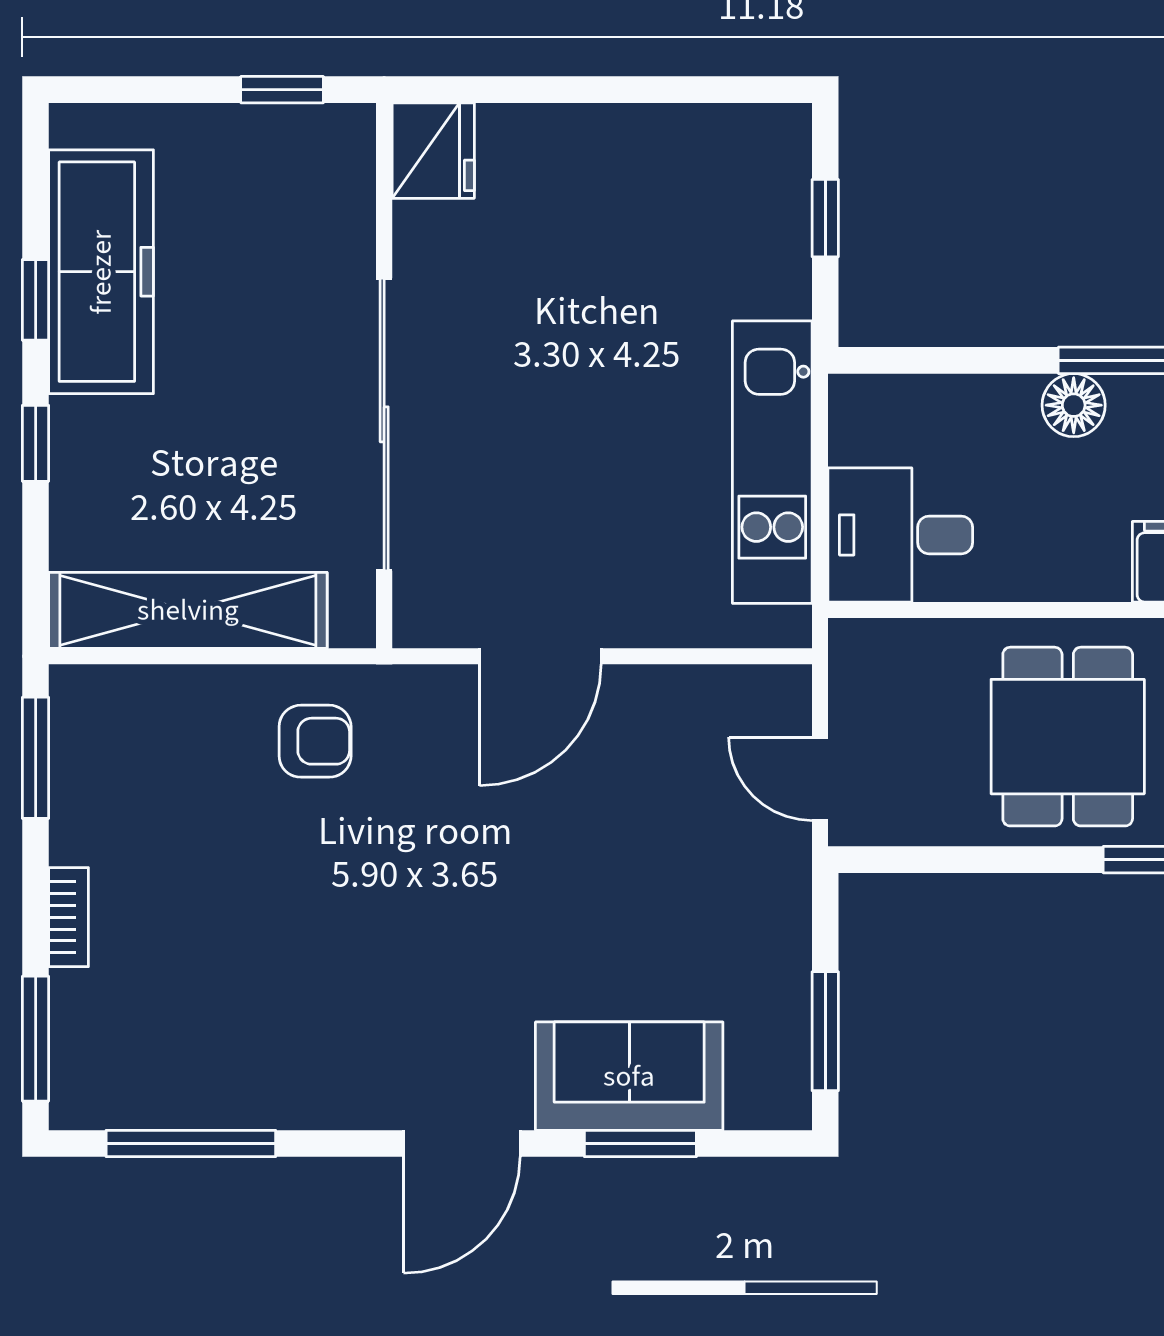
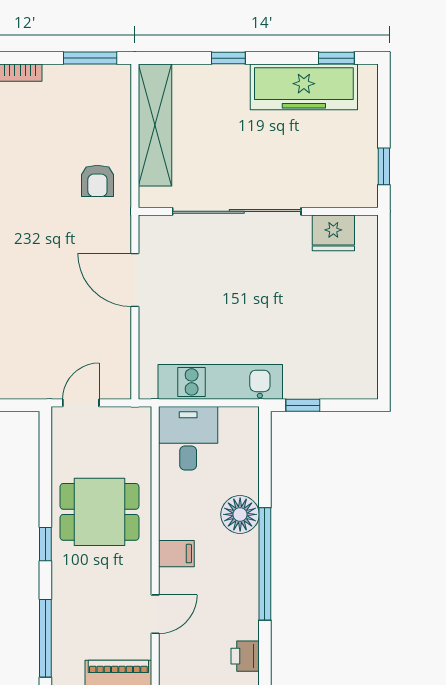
fridge: (433, 151) -> (333, 233), moved
window: (825, 218) -> (303, 405), moved
window: (36, 300) -> (336, 58), moved
floor lamp: (1074, 405) -> (240, 514), width x1.38, depth x1.38

